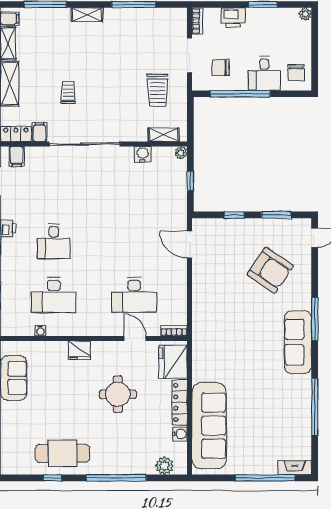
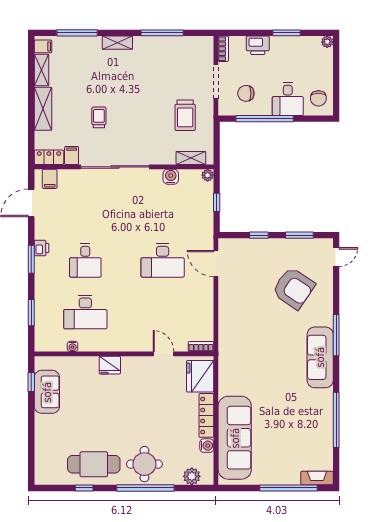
desk: (134, 295) -> (163, 260), moved
round table: (118, 394) -> (144, 464), moved

